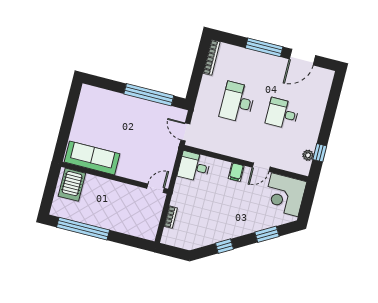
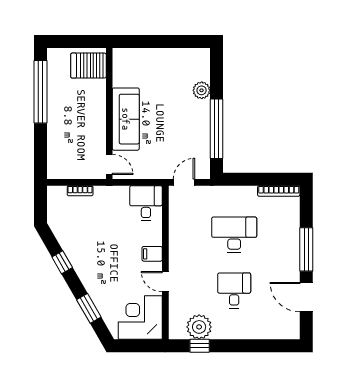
plant: (115, 99) -> (202, 90), added
plant: (308, 155) -> (199, 327), width x1.87, depth x1.87
sofa: (92, 158) -> (126, 119), moved

